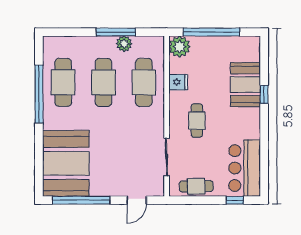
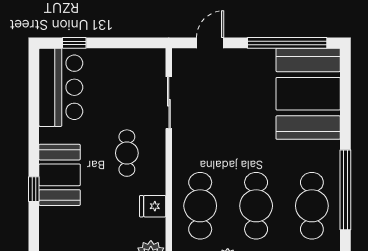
booth: (245, 85) -> (60, 175), moved
cafe table: (196, 186) -> (128, 62), removed

